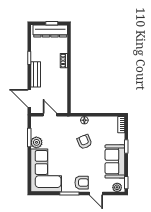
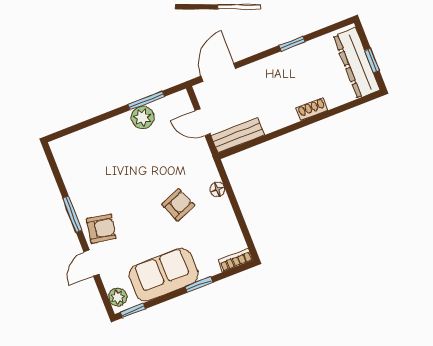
bench: (36, 74) -> (238, 135), moved
door: (50, 115) -> (203, 122), swing flipped
corner sofa: (46, 170) -> (98, 155), removed
armchair: (82, 183) -> (101, 229), turned -80

